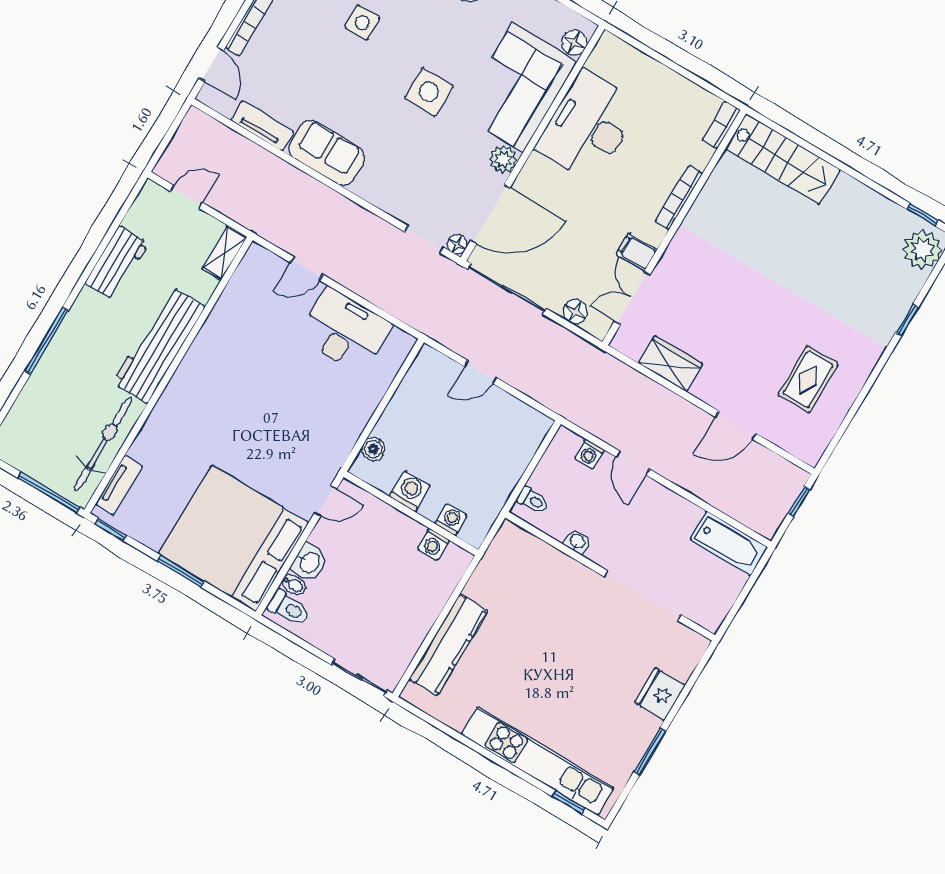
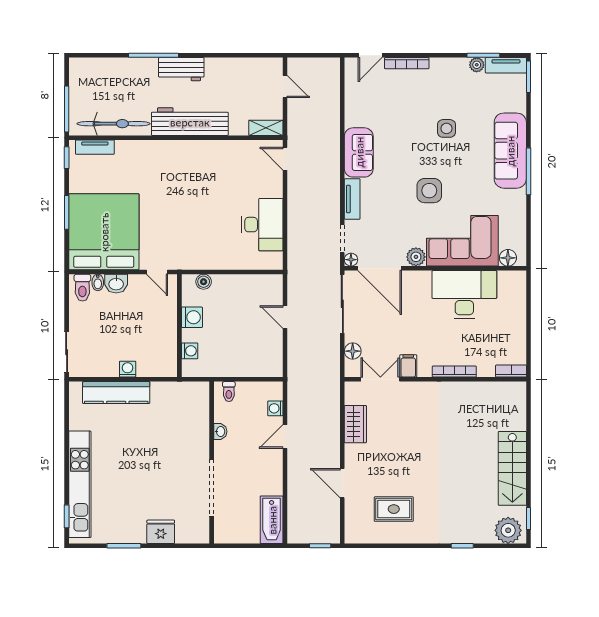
tv unit: (262, 126) -> (352, 199), moved
stairs: (783, 159) -> (512, 468), moved
workbench: (117, 263) -> (181, 69), moved
door: (307, 269) -> (285, 159), moved
washing machine: (433, 544) -> (128, 369), moved, turned 90

